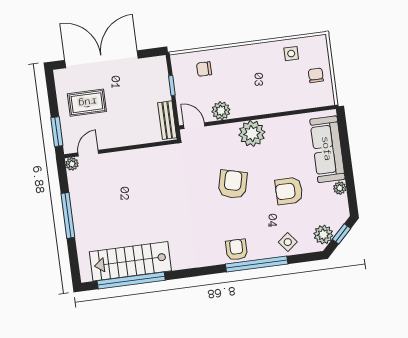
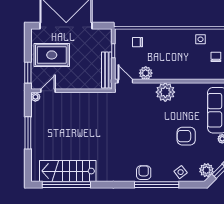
rug: (87, 103) -> (52, 55), width x1.36, depth x1.43
bench: (167, 120) -> (107, 70), width x1.36
armchair: (233, 184) -> (147, 126), removed

